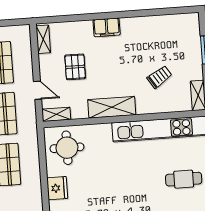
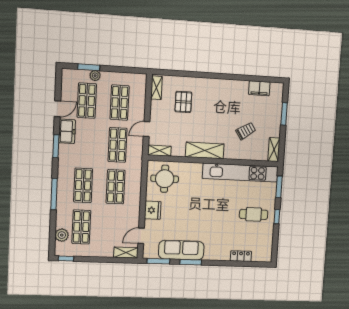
filing cabinet: (107, 27) -> (259, 88), moved
pallet: (75, 67) -> (183, 102), moved
door: (38, 90) -> (147, 129), swing flipped

